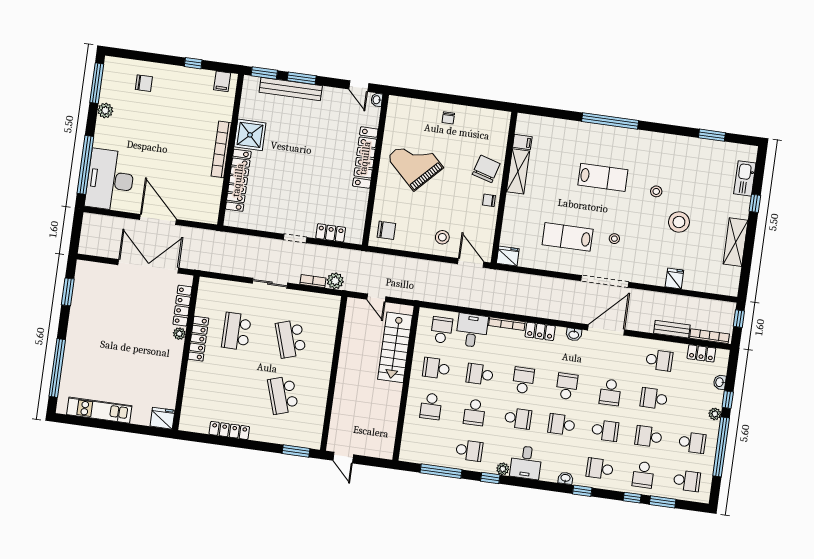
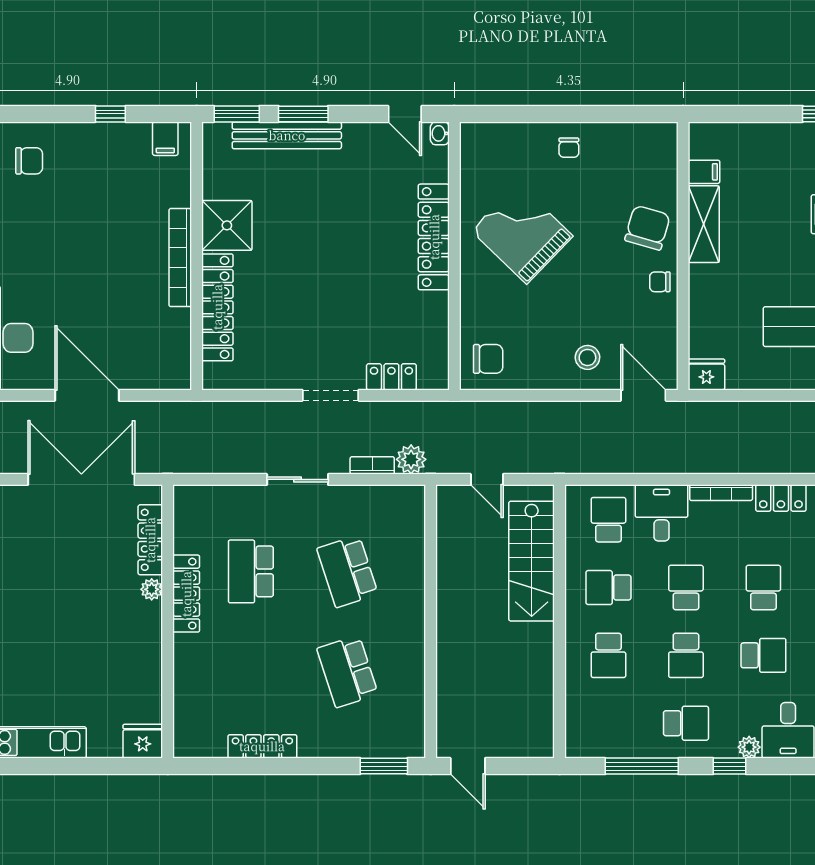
doorway: (295, 238) -> (330, 395), width x1.38
school desk: (480, 374) -> (686, 588), turned 90

